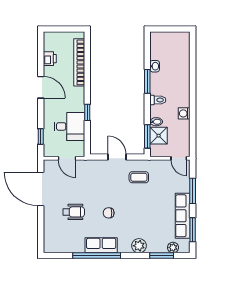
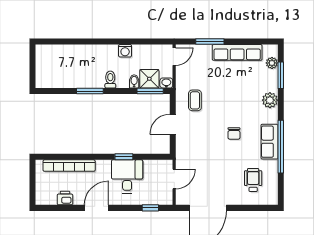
washbasin: (155, 66) -> (166, 83), moved
desk: (69, 126) -> (127, 176), moved
wheelchair: (74, 212) -> (253, 180), moved
window: (193, 230) -> (252, 41), removed

